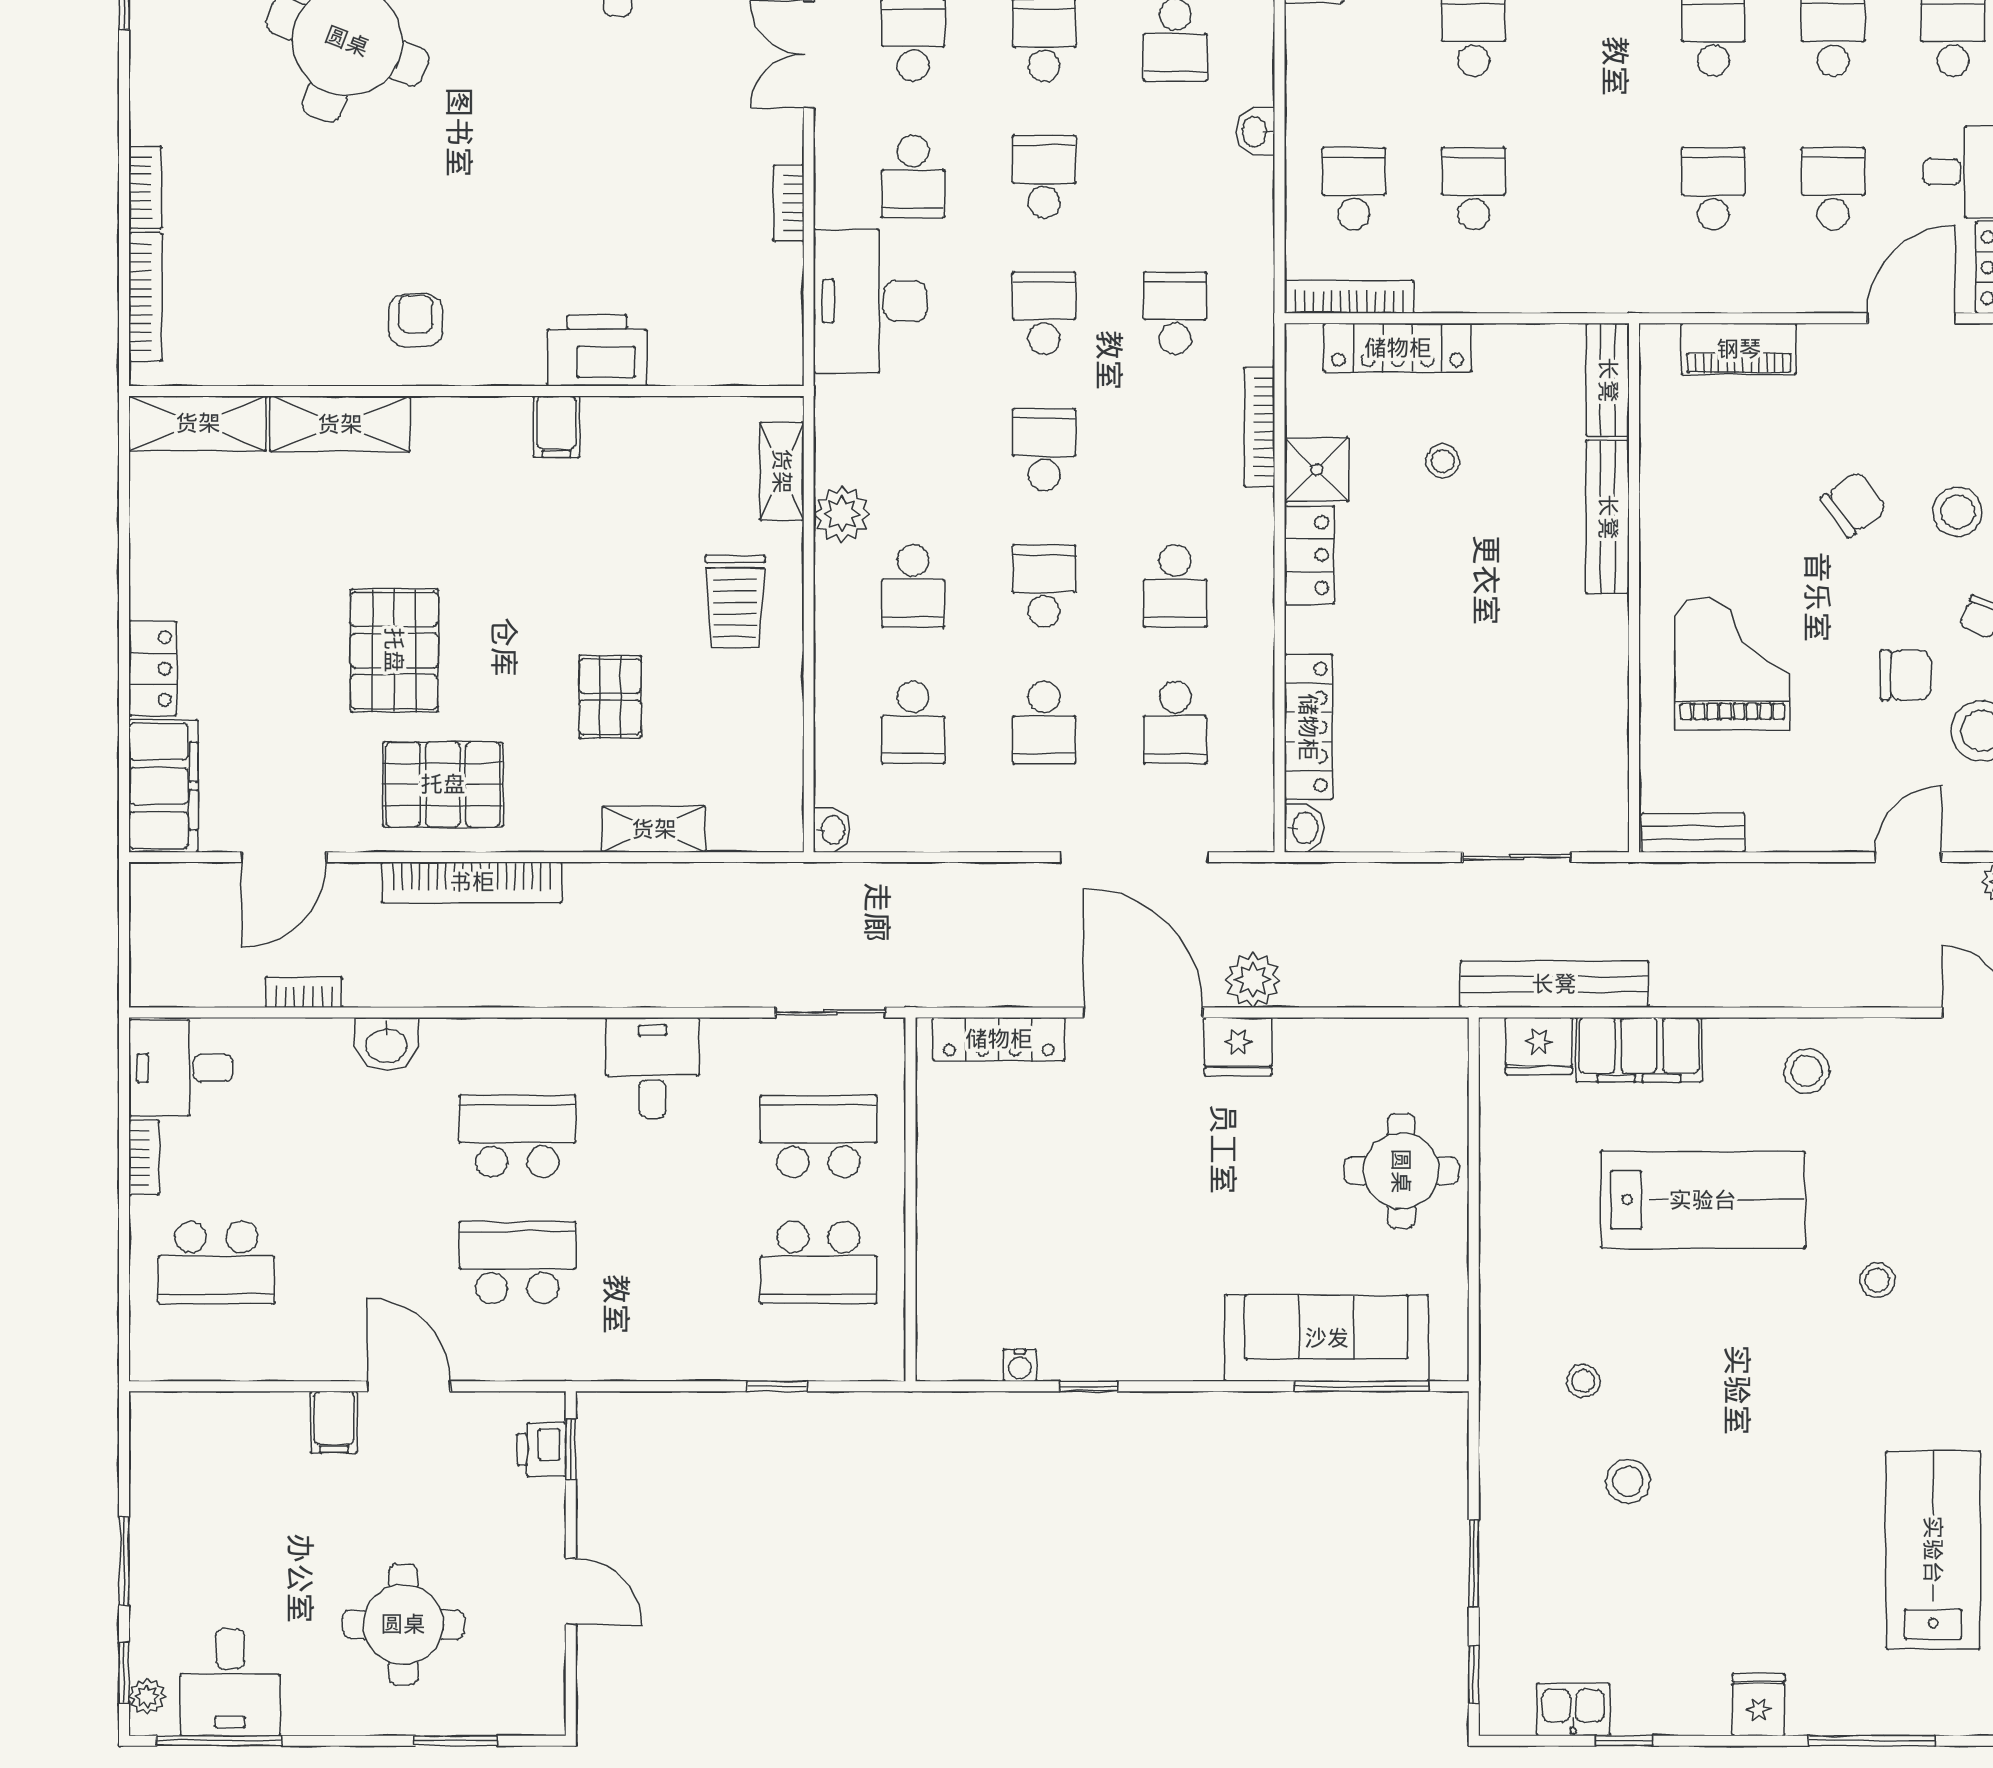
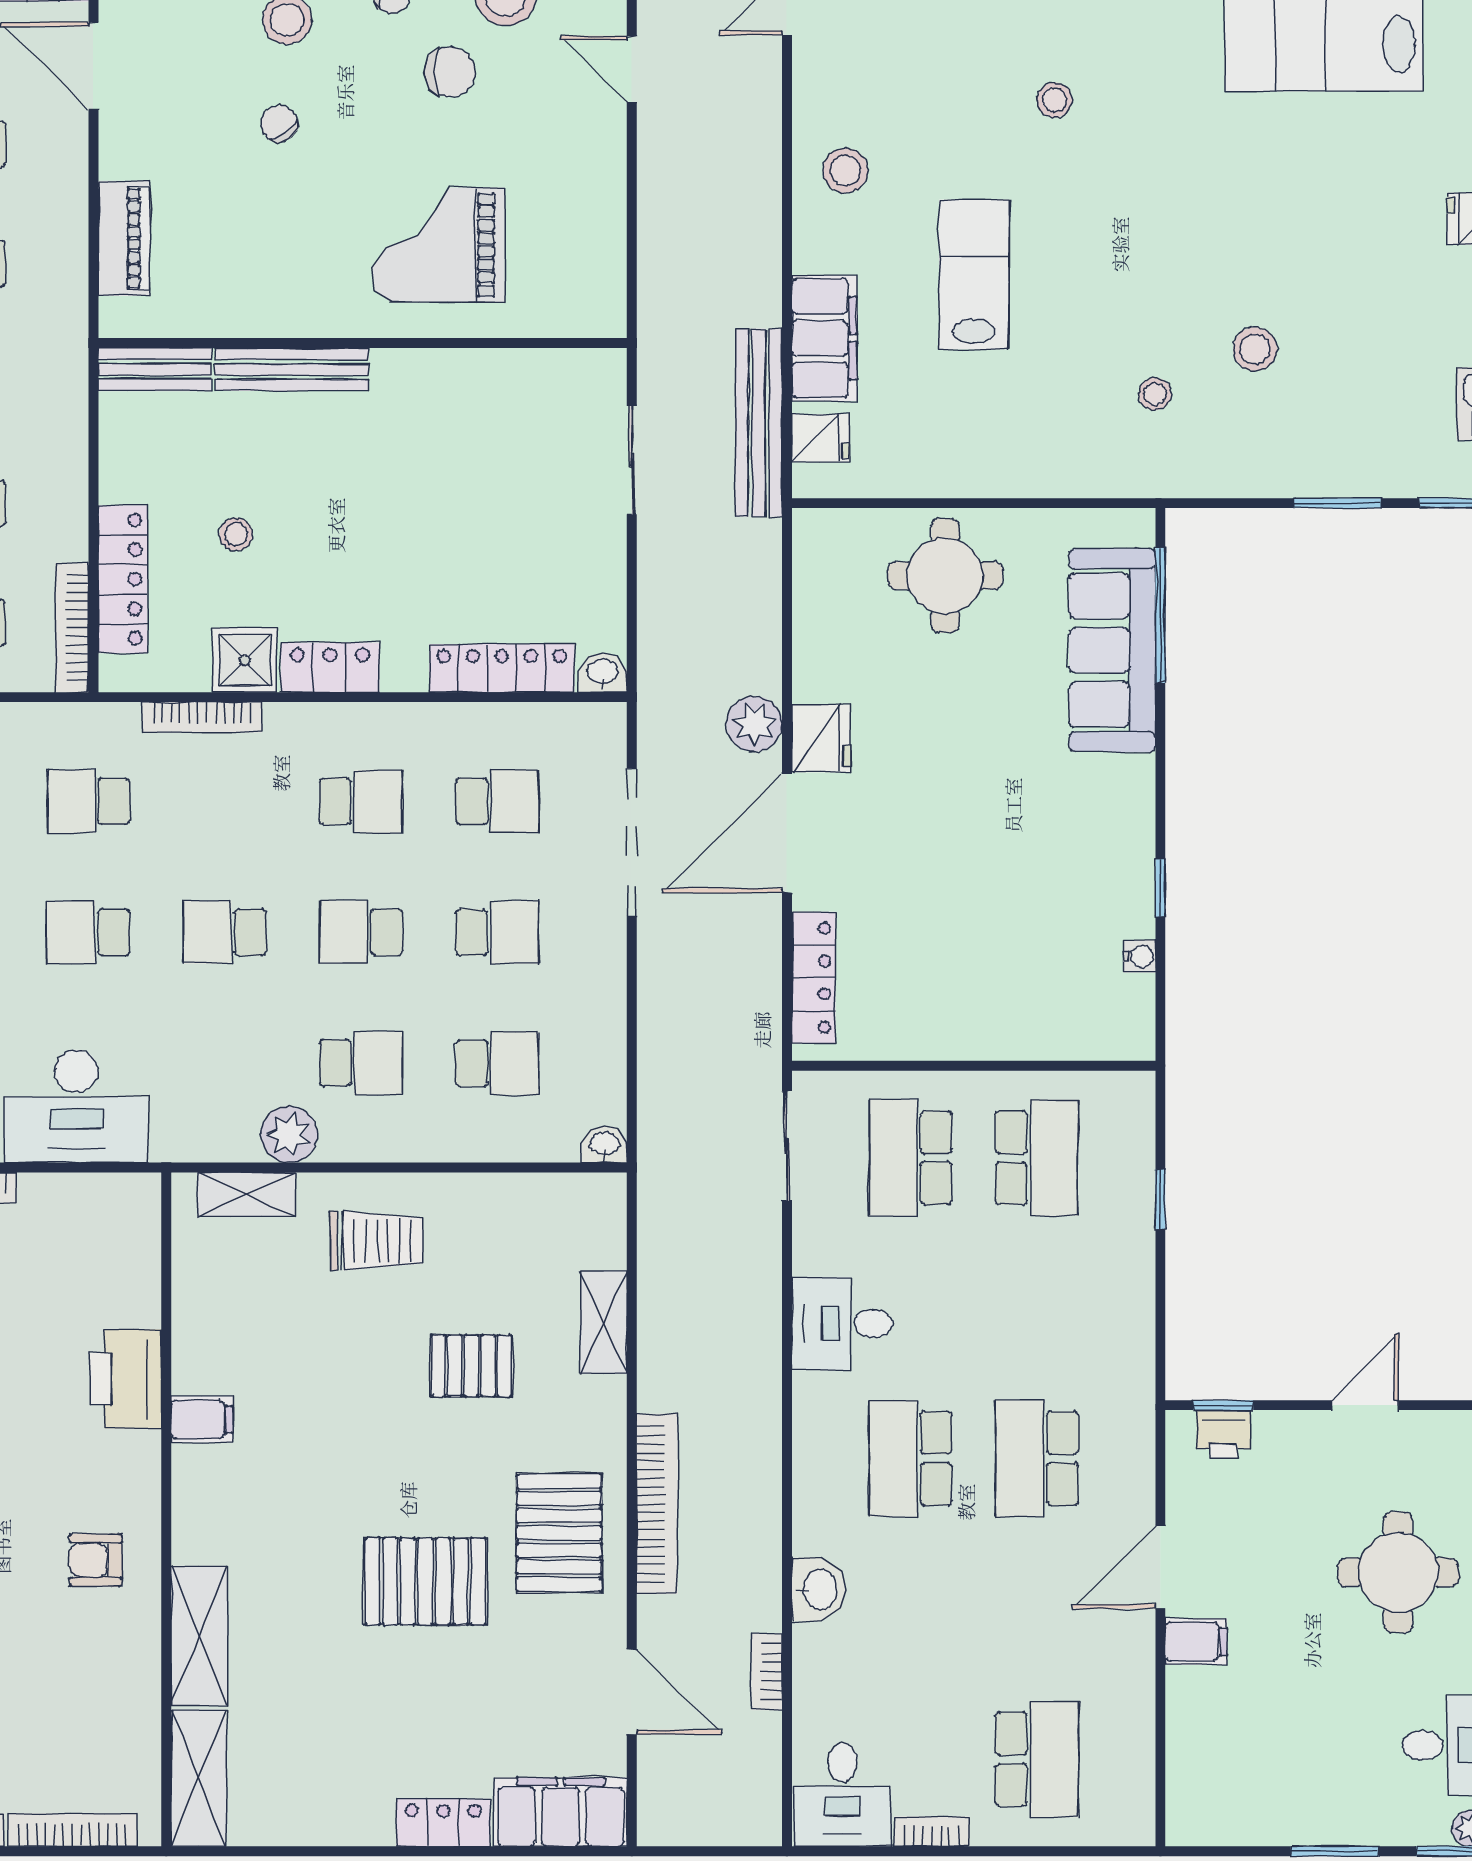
chair: (1854, 504) -> (279, 124), width x0.73, depth x0.73
chair: (1905, 675) -> (450, 72), turned 90
bench: (1693, 833) -> (607, 284), removed
fridge: (1539, 1046) -> (820, 438), width x0.72
lab bench: (1703, 1200) -> (974, 274), width x0.73, depth x0.72

